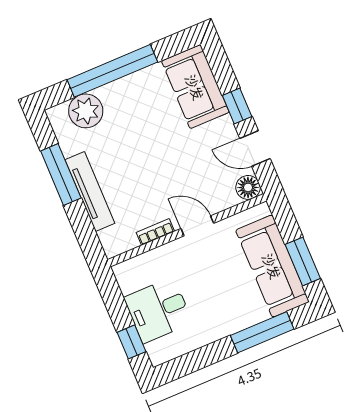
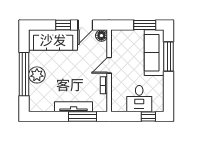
sofa: (195, 87) -> (53, 40), width x1.36
plant: (86, 111) -> (37, 75), moved
window: (61, 175) -> (82, 117), moved
sofa: (272, 266) -> (154, 53), moved, turned 90

